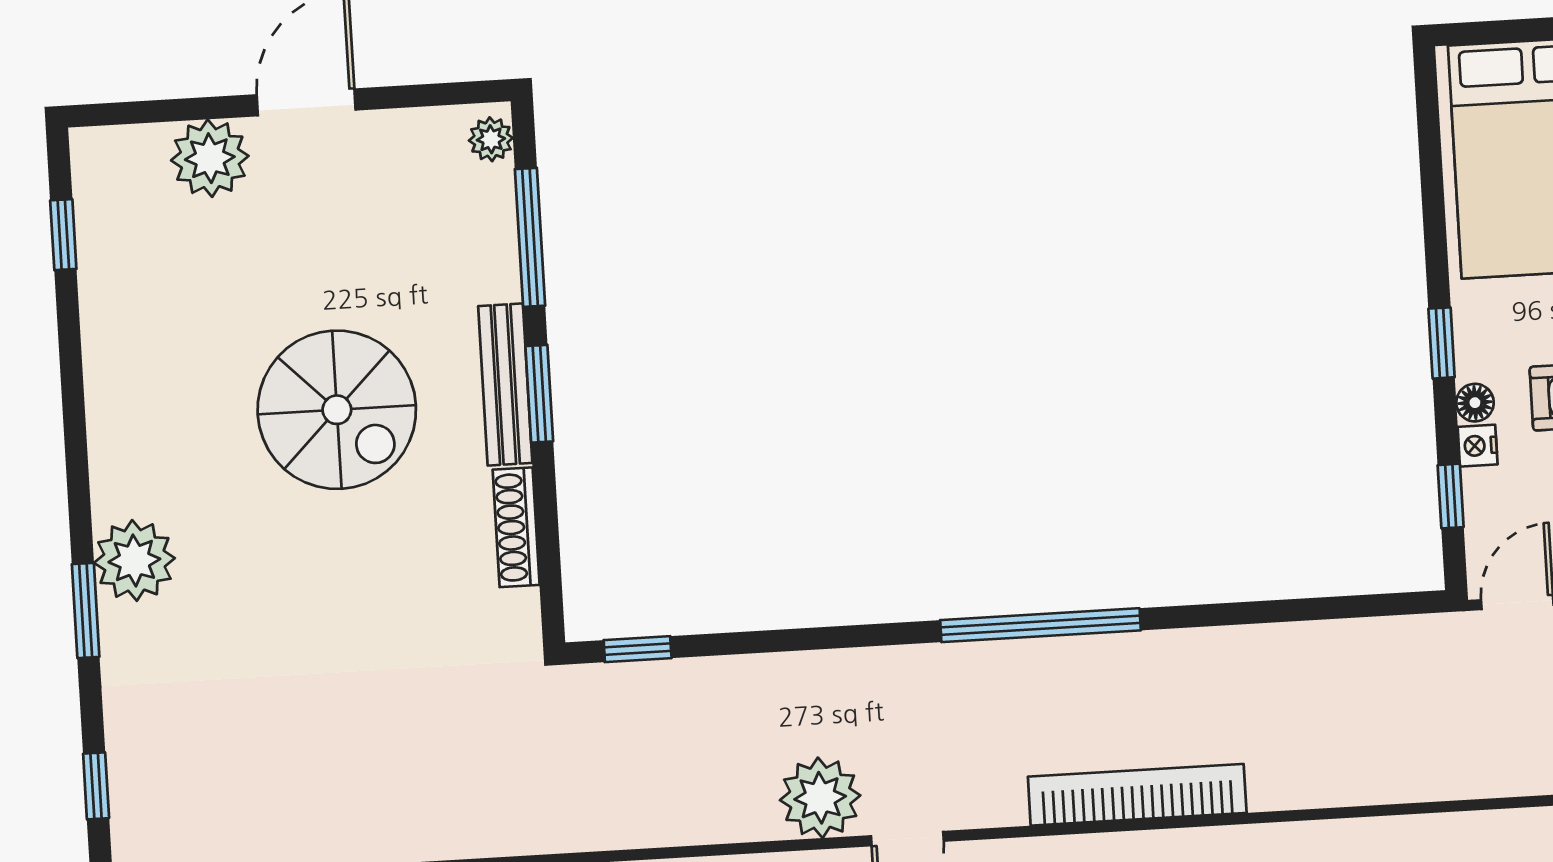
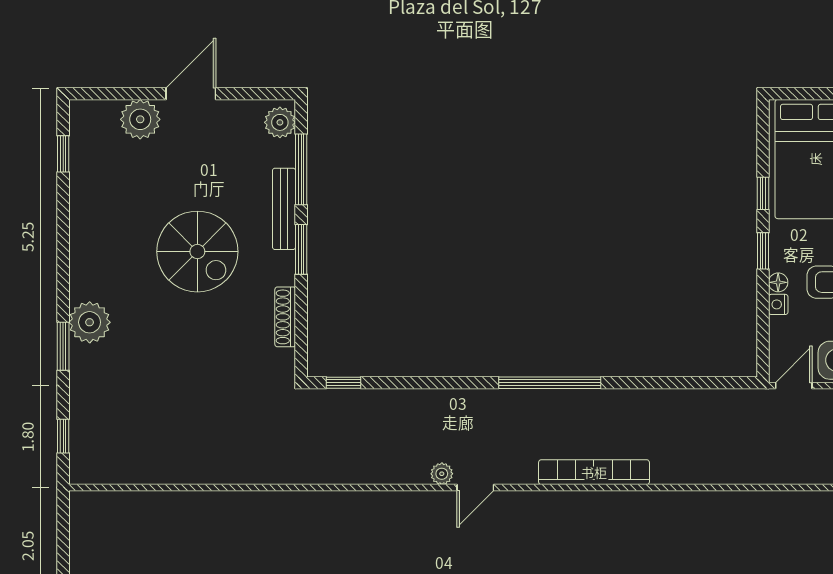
plant: (491, 139) -> (280, 122), width x1.38, depth x1.38
bench: (505, 384) -> (284, 209), moved
window: (1451, 496) -> (763, 193), moved
plant: (820, 798) -> (442, 474), width x0.53, depth x0.53

